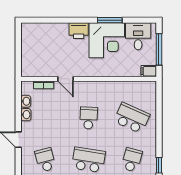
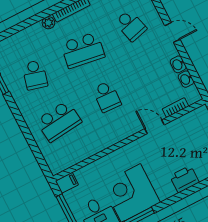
printer: (79, 31) -> (184, 179), moved
school desk: (132, 118) -> (59, 121), turned -30

